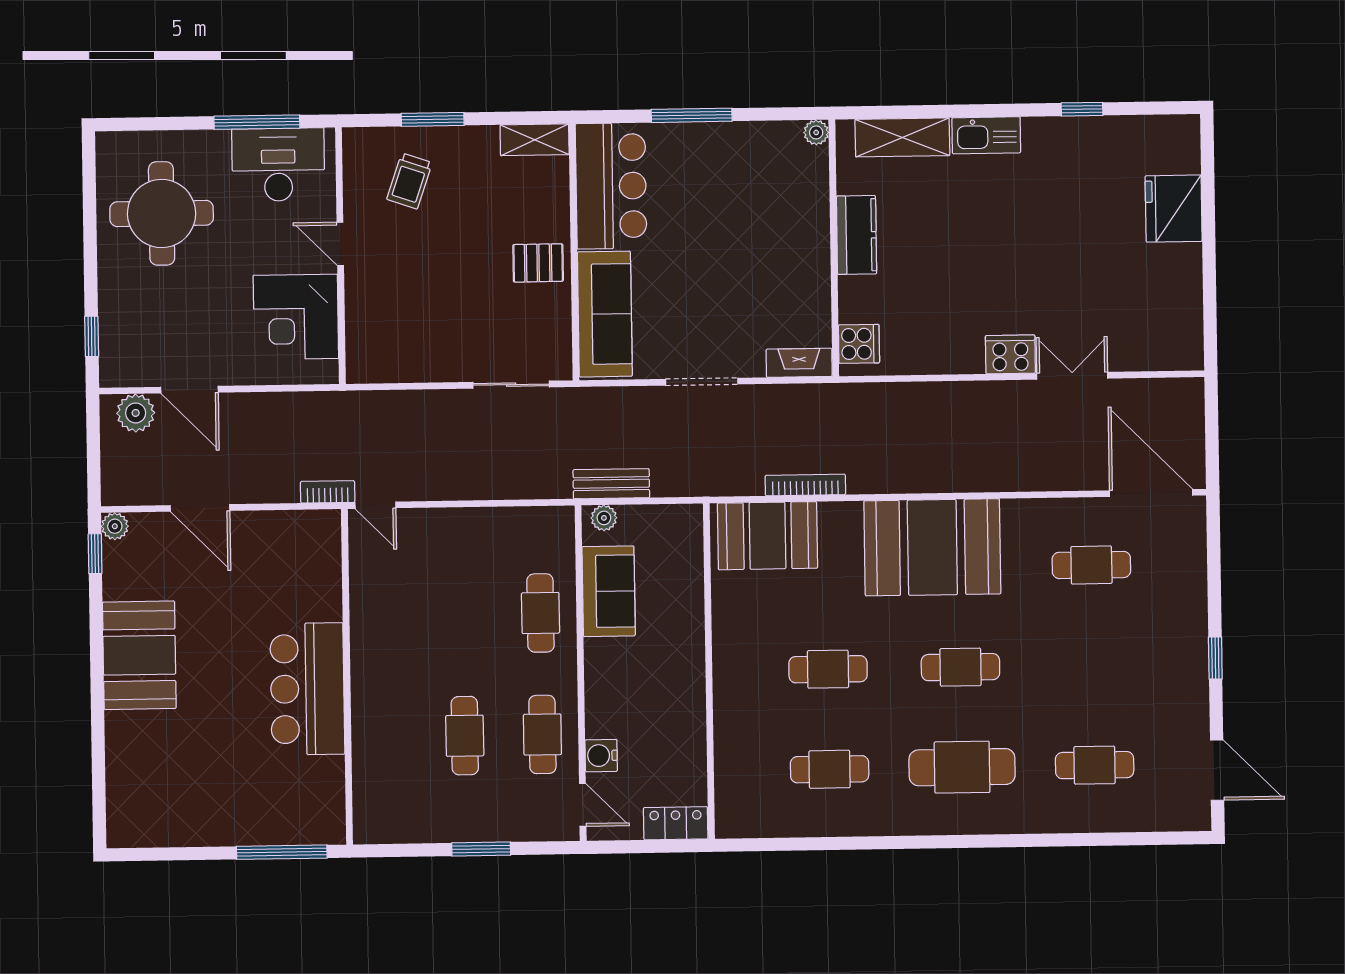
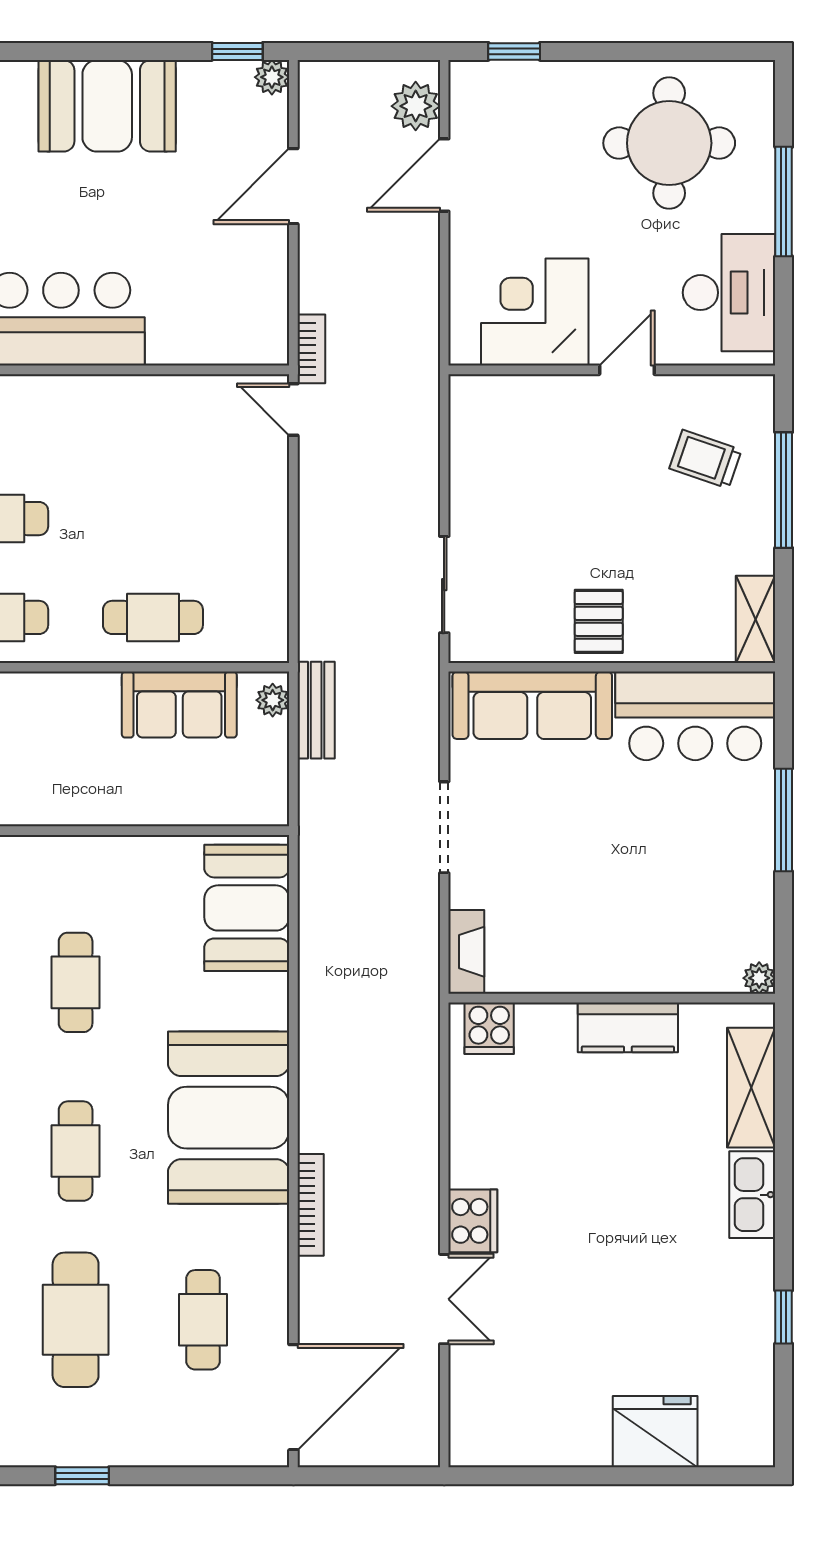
window: (433, 119) -> (784, 490), width x1.44
window: (257, 122) -> (784, 202), moved
bookcase: (805, 485) -> (311, 1205), moved
door: (375, 505) -> (293, 409), hinge flipped
cafe table: (1093, 665) -> (76, 1320), added

